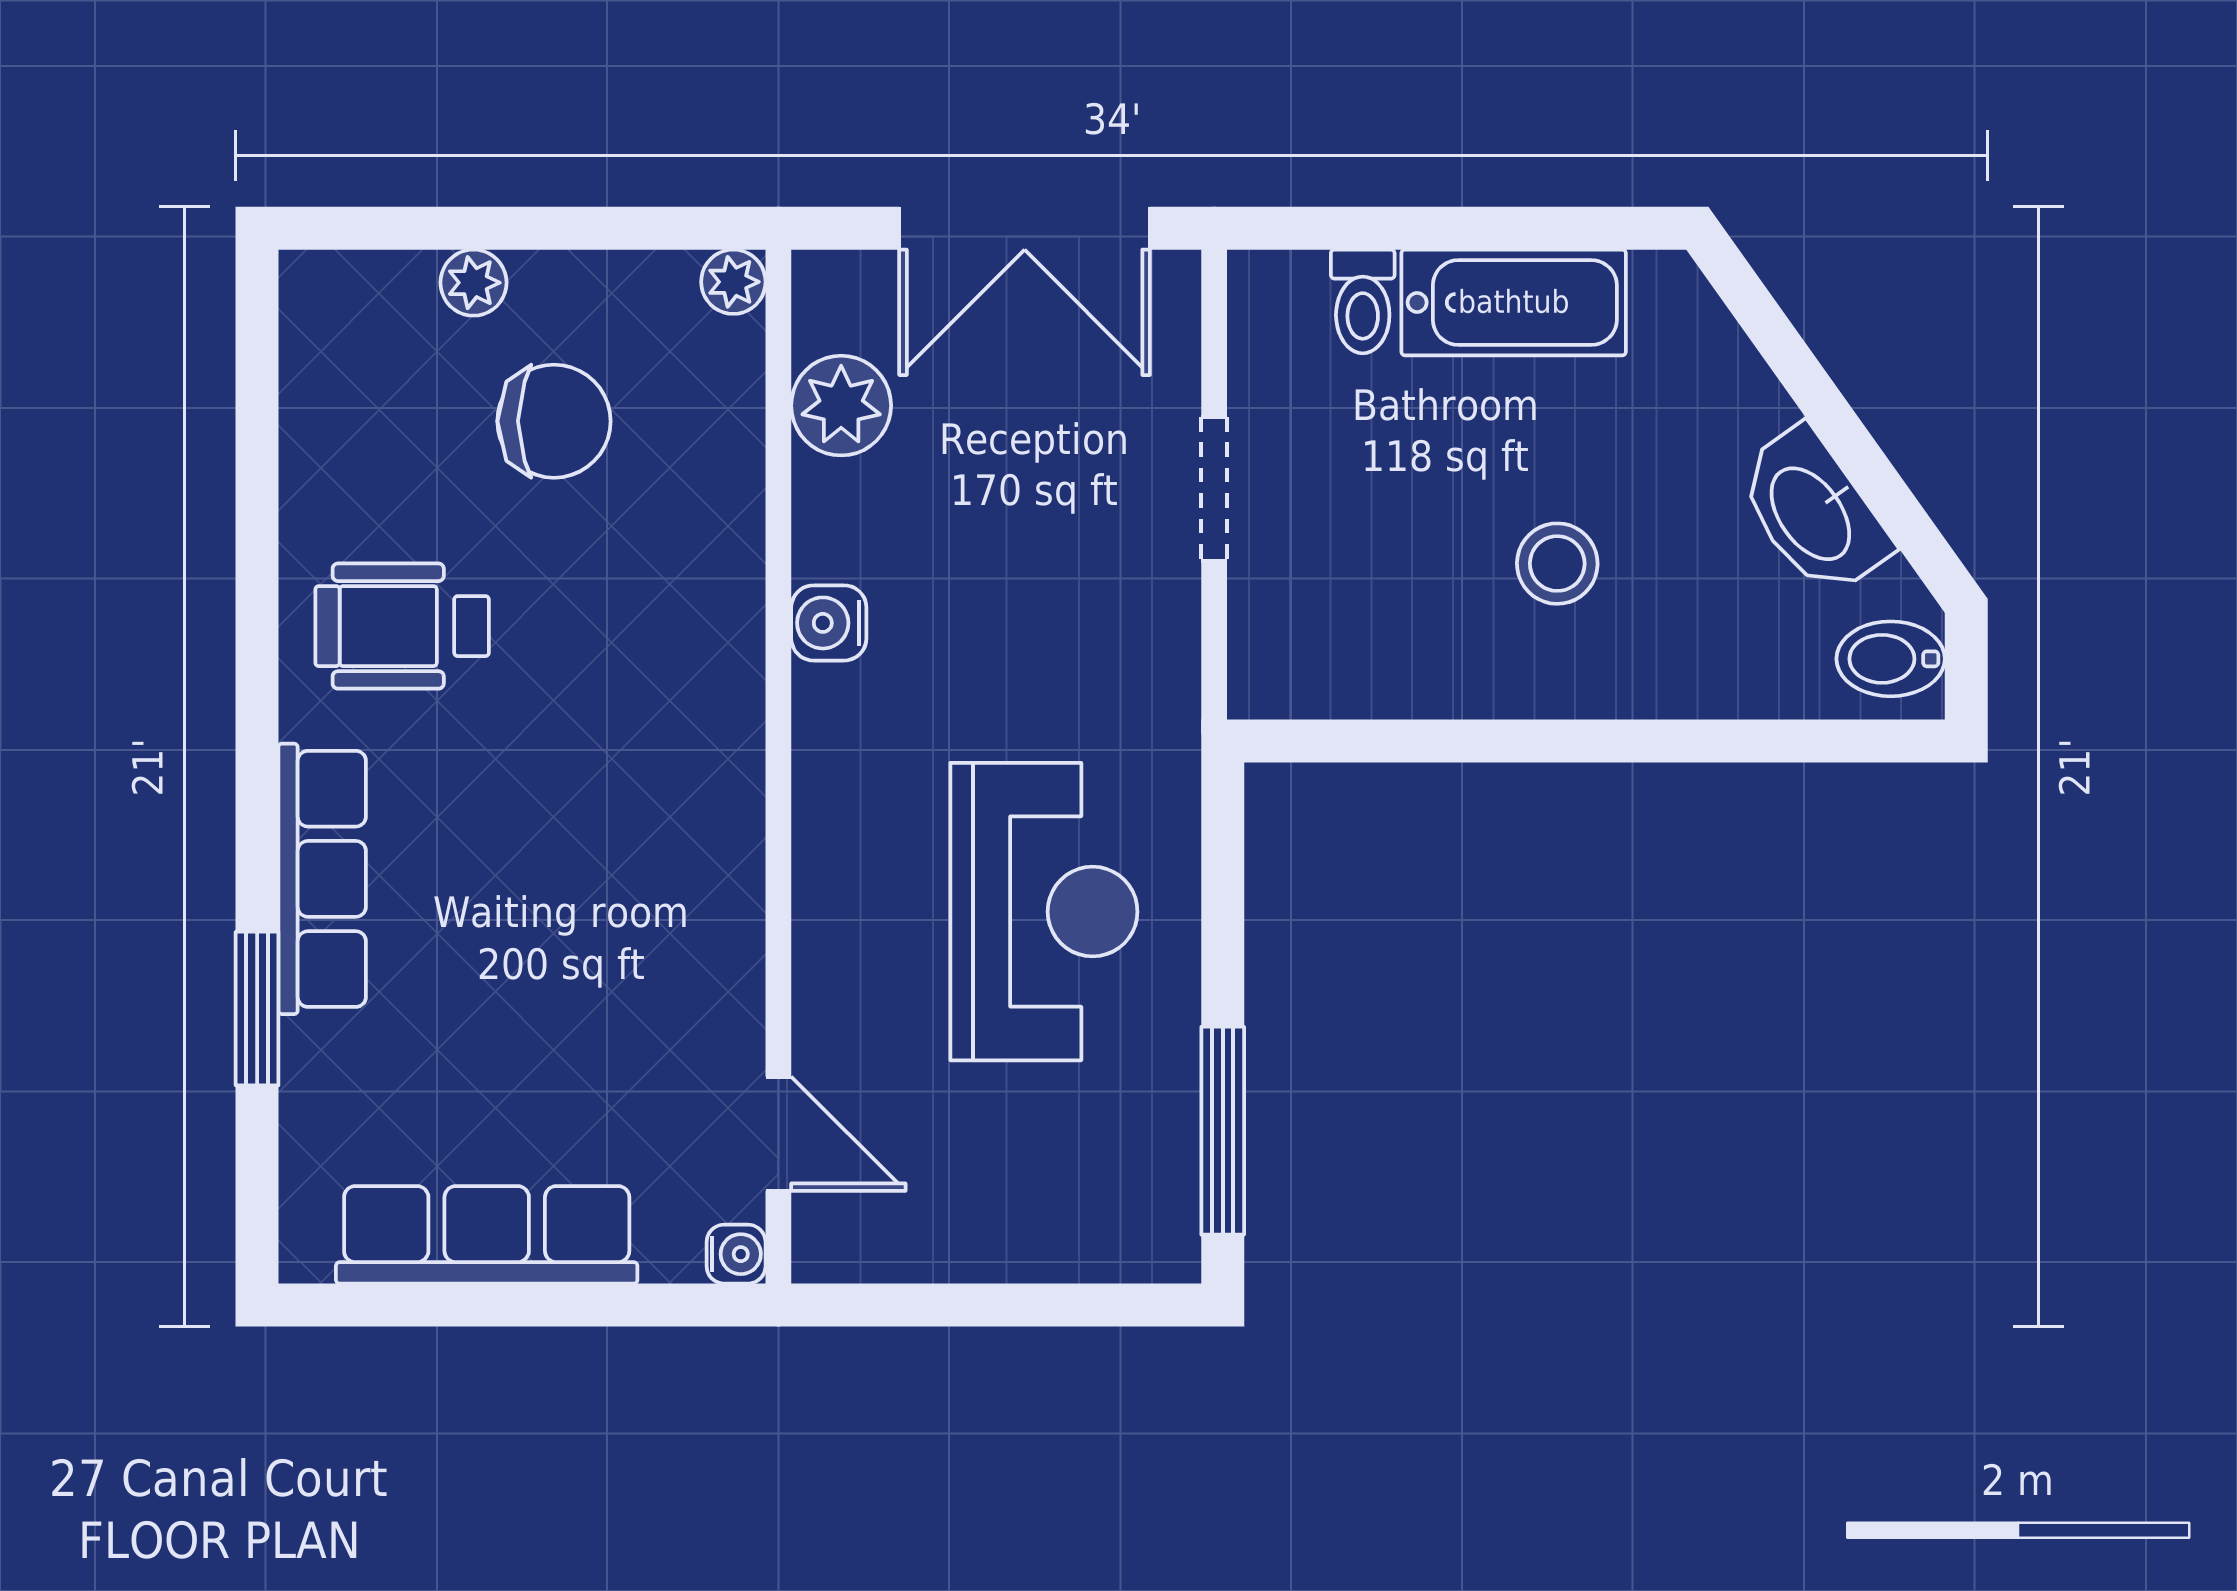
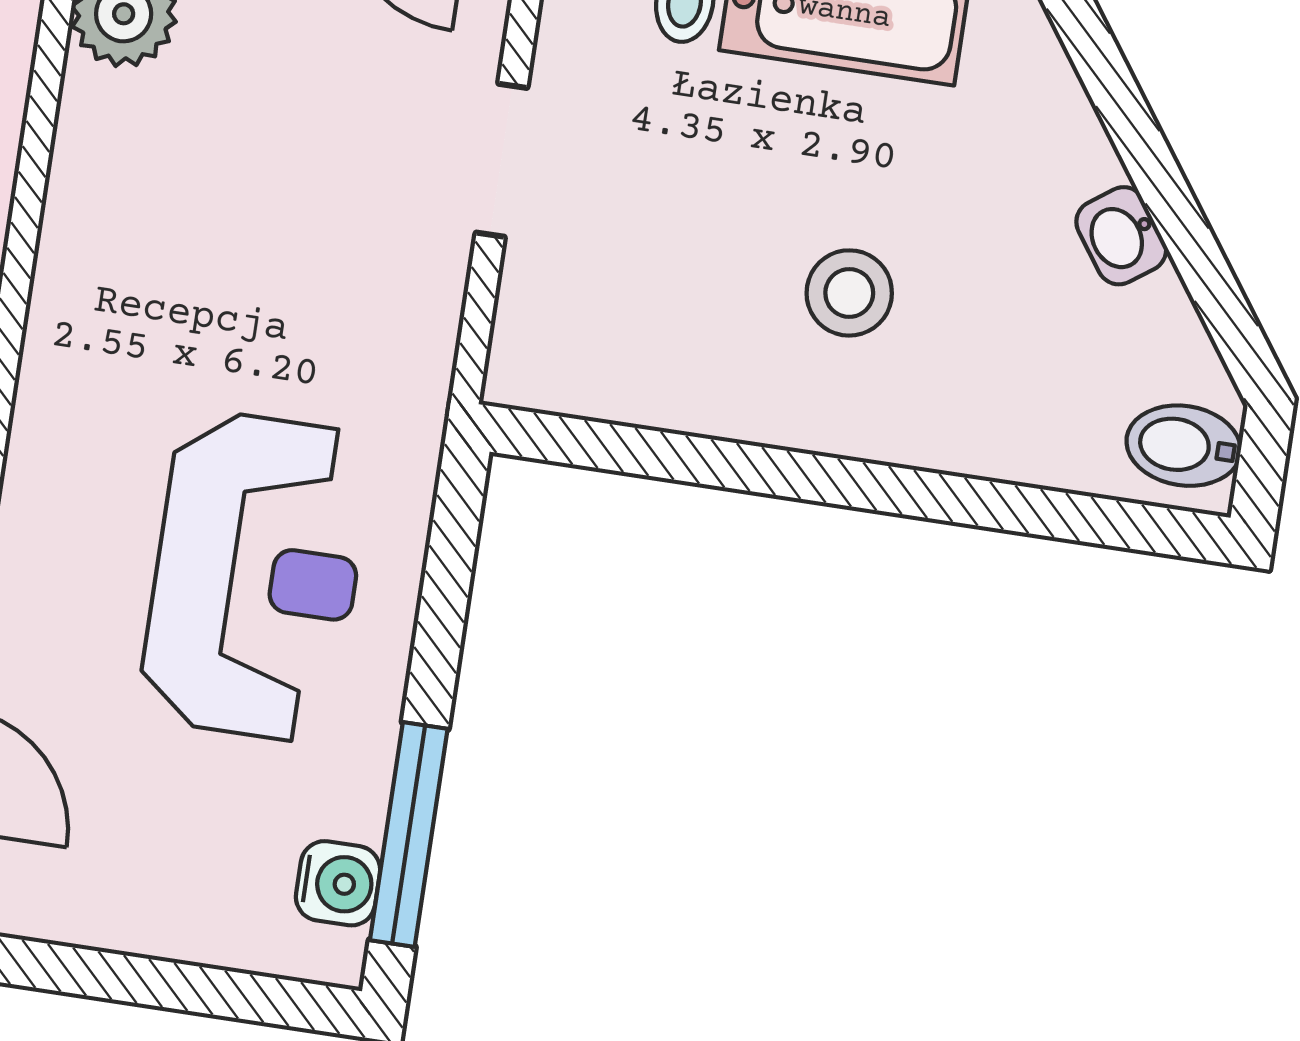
washbasin: (1813, 512) -> (1121, 236), width x0.52, depth x0.69
water cooler: (829, 623) -> (338, 883), moved, turned 180

